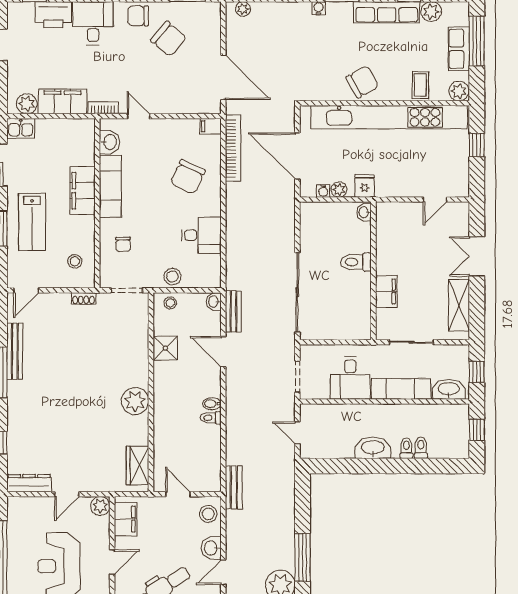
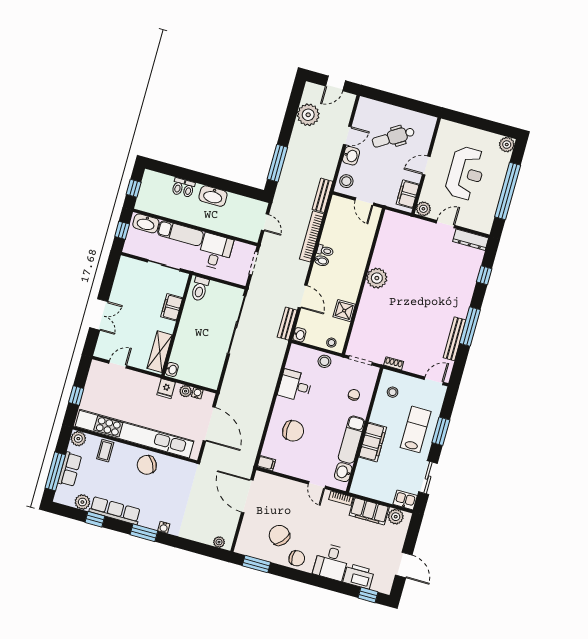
bookcase: (233, 148) -> (312, 236), moved
chair: (188, 177) -> (293, 431), turned 65
toilet: (356, 262) -> (200, 289), moved, turned 90
shelving: (459, 305) -> (160, 352), moved
wardrobe: (138, 465) -> (388, 231), removed
window: (303, 557) -> (277, 163), moved

